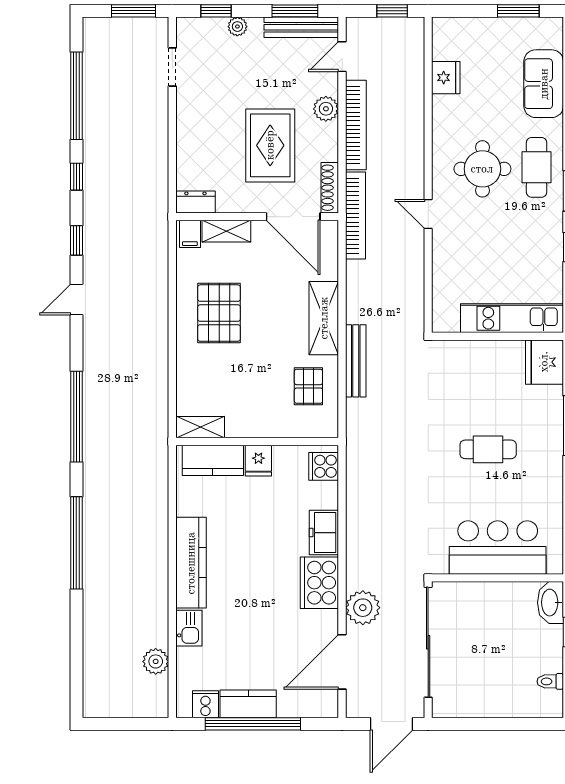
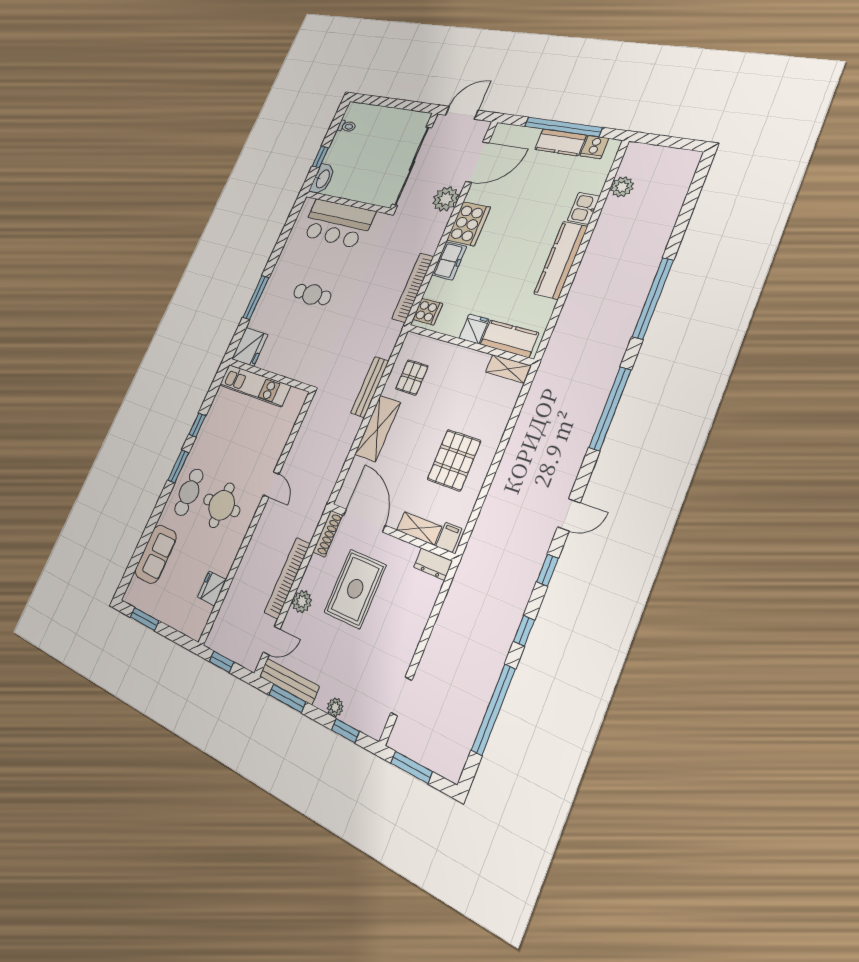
bookcase: (356, 216) -> (413, 288), moved

